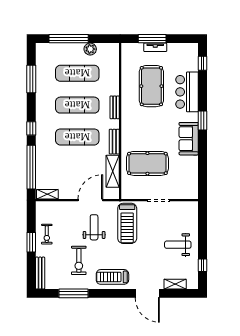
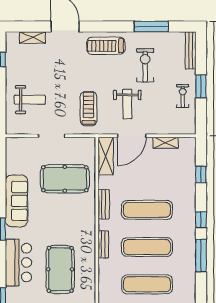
window: (31, 79) -> (201, 255), moved
sofa: (189, 139) -> (16, 201), width x1.36
window: (31, 167) -> (201, 174), width x0.32
shelving: (113, 171) -> (106, 156), moved
shelving: (47, 194) -> (166, 143), moved
treadmill: (127, 223) -> (89, 109), width x0.73, depth x0.73
weight bench: (178, 245) -> (30, 100), moved
treadmill: (112, 277) -> (106, 46), turned 180

